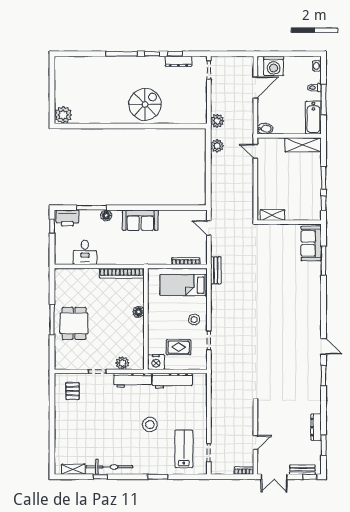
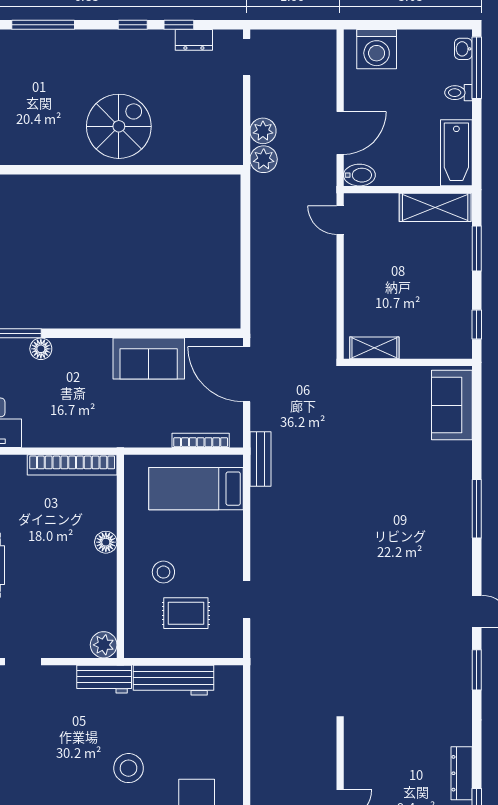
window: (122, 54) -> (43, 25), moved
dresser: (178, 61) -> (194, 40), width x0.70
door: (255, 88) -> (340, 133), moved
window: (324, 100) -> (477, 68), moved
plant: (217, 146) -> (263, 131), moved
window: (324, 178) -> (477, 248), moved
sofa: (140, 220) -> (149, 358), moved
door: (209, 228) -> (247, 374), width x1.87
window: (324, 261) -> (477, 509), moved
stool: (194, 320) -> (163, 572), moved
nightstand: (156, 362) -> (141, 643), removed
plant: (122, 363) -> (104, 645), moved
workbench: (133, 380) -> (104, 679), width x0.73

